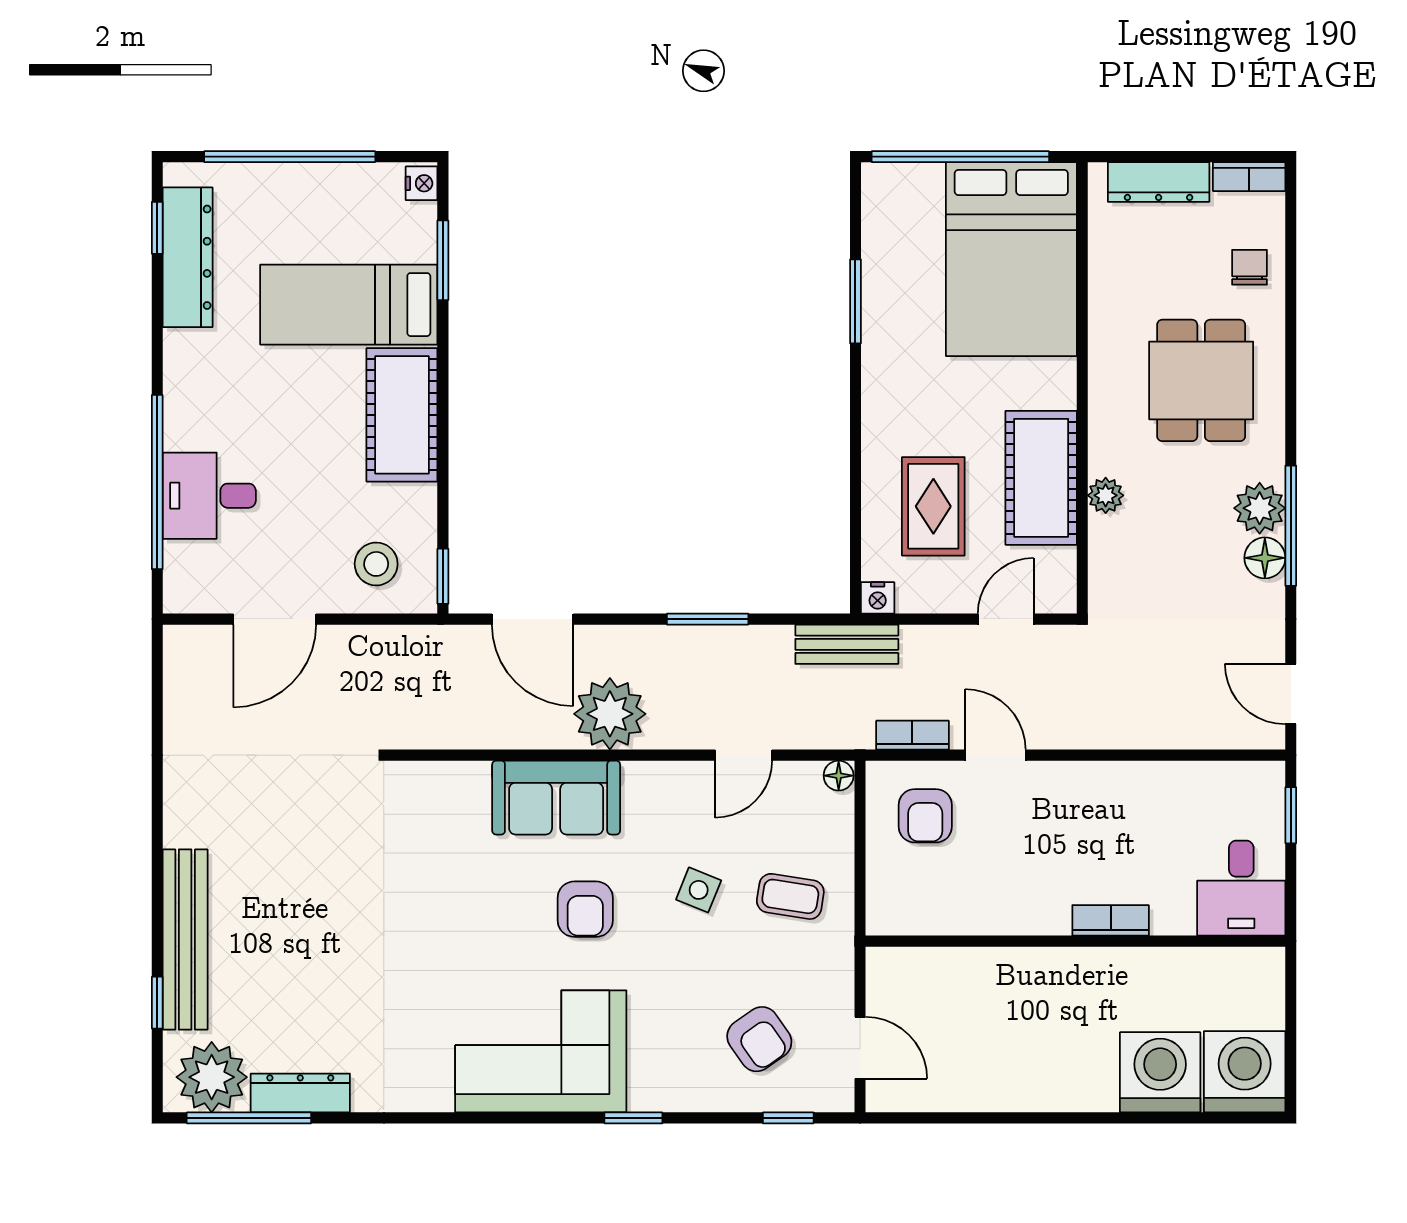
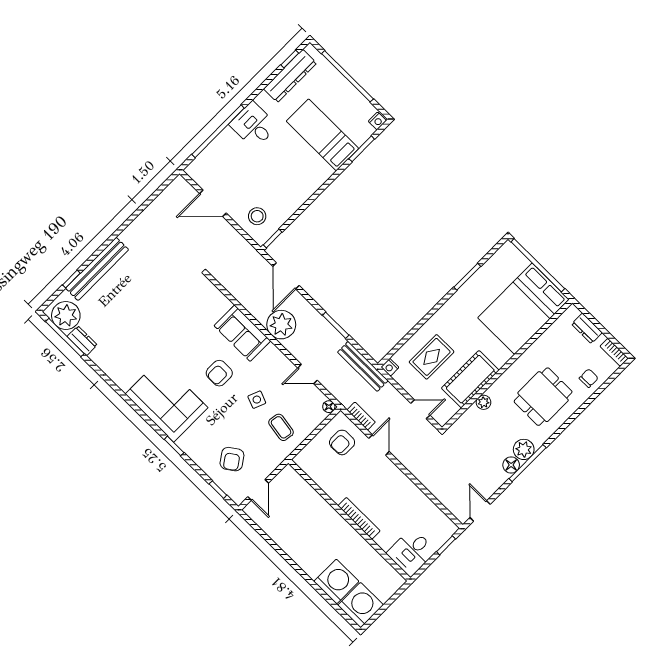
dresser: (1159, 182) -> (587, 328), width x0.70
cot: (402, 415) -> (307, 181), removed
desk: (209, 496) -> (253, 125), moved
bench: (847, 644) -> (363, 366), width x1.36
bookcase: (1111, 920) -> (359, 518), width x1.56
dresser: (300, 1093) -> (82, 341), width x0.70

